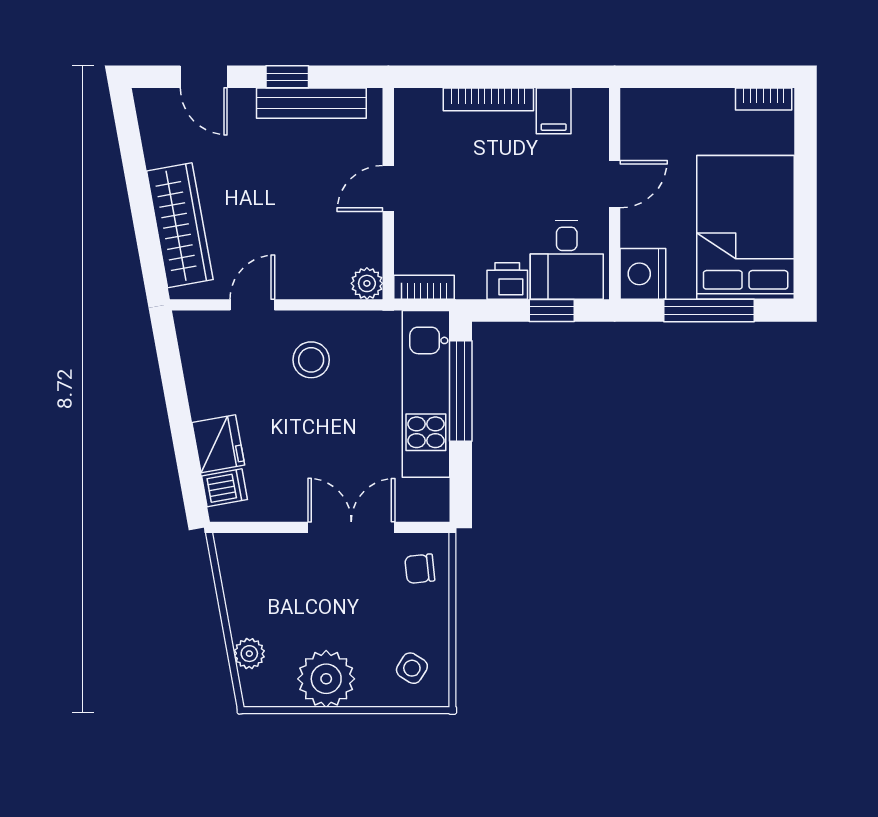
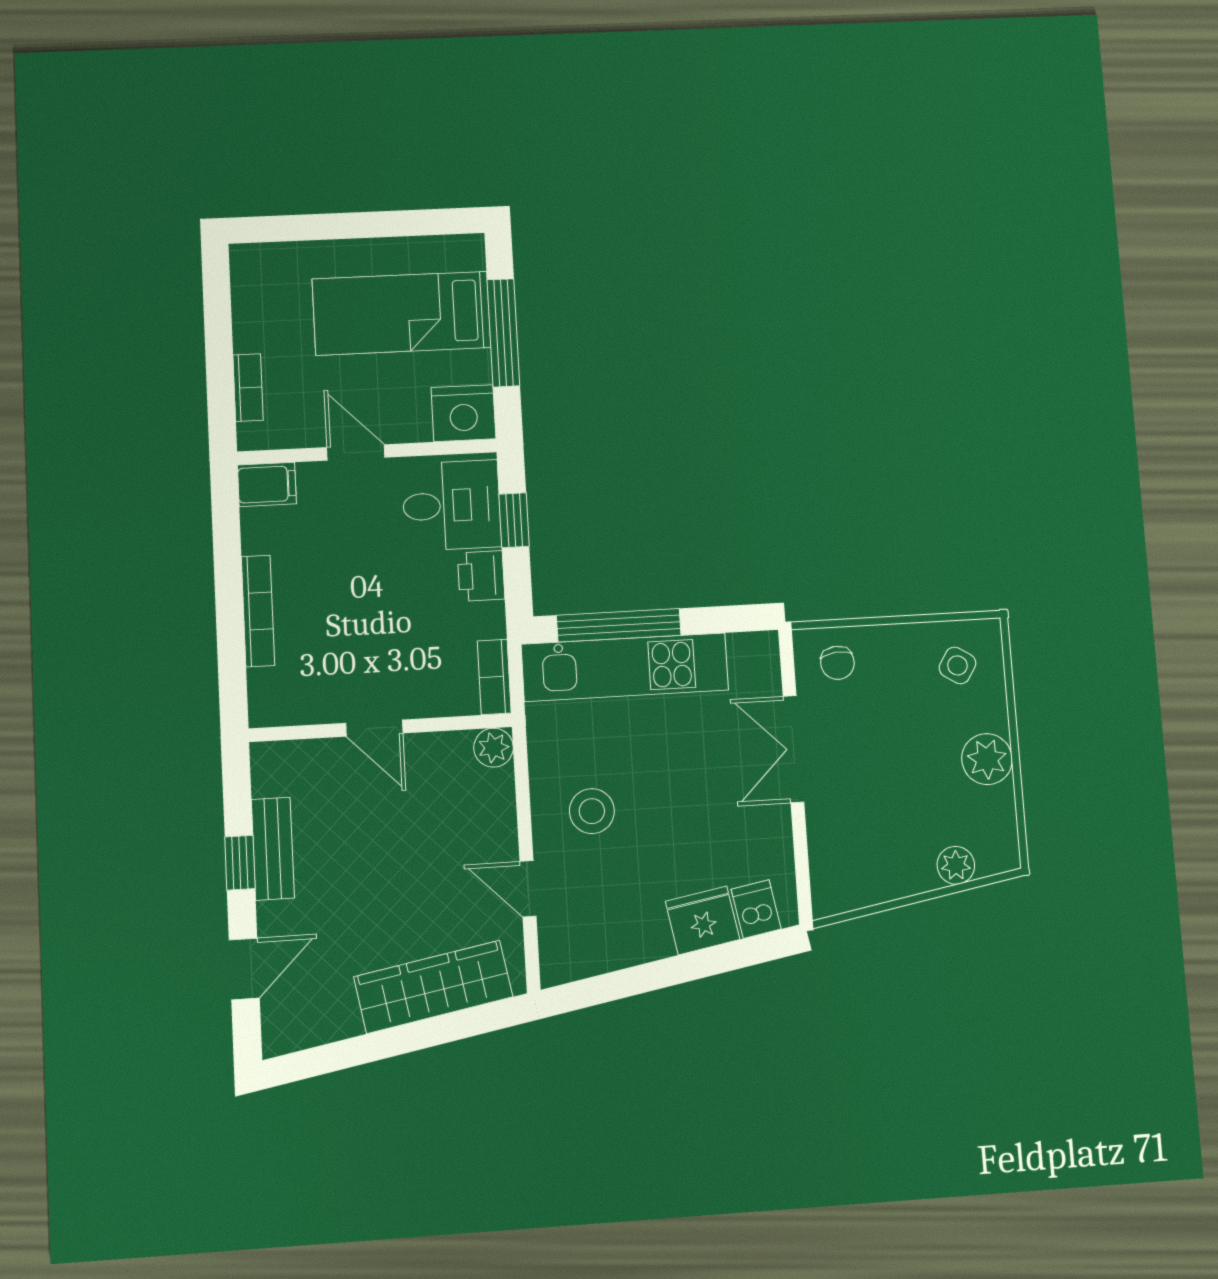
bookcase: (764, 99) -> (248, 388), moved
bench: (311, 103) -> (273, 849), width x0.73
filing cabinet: (554, 111) -> (267, 484), moved
bed: (746, 227) -> (402, 313), width x0.67
plant: (326, 679) -> (987, 759), width x0.73, depth x0.73

